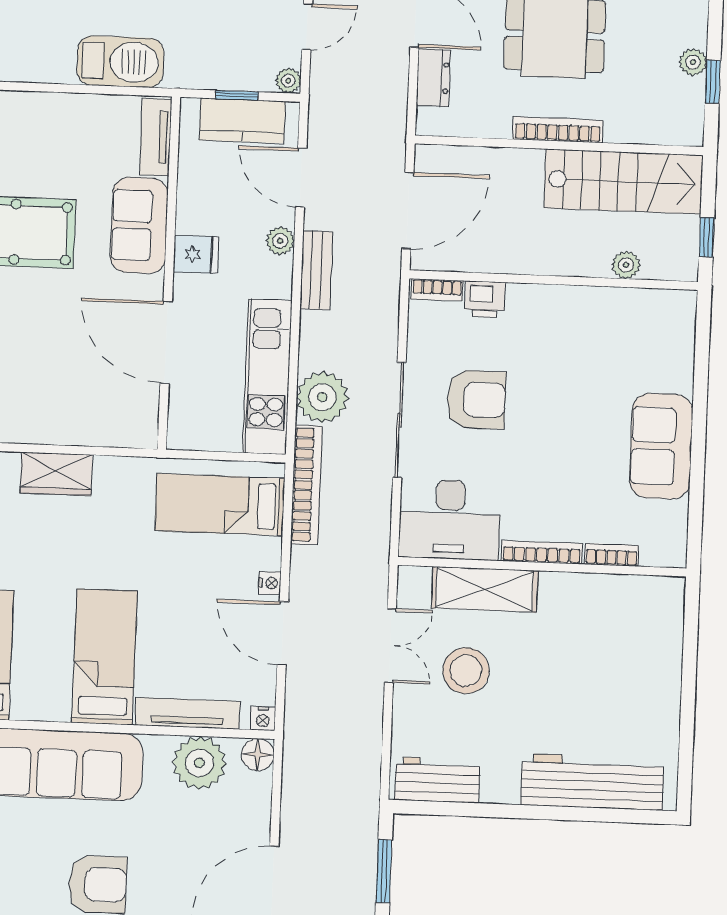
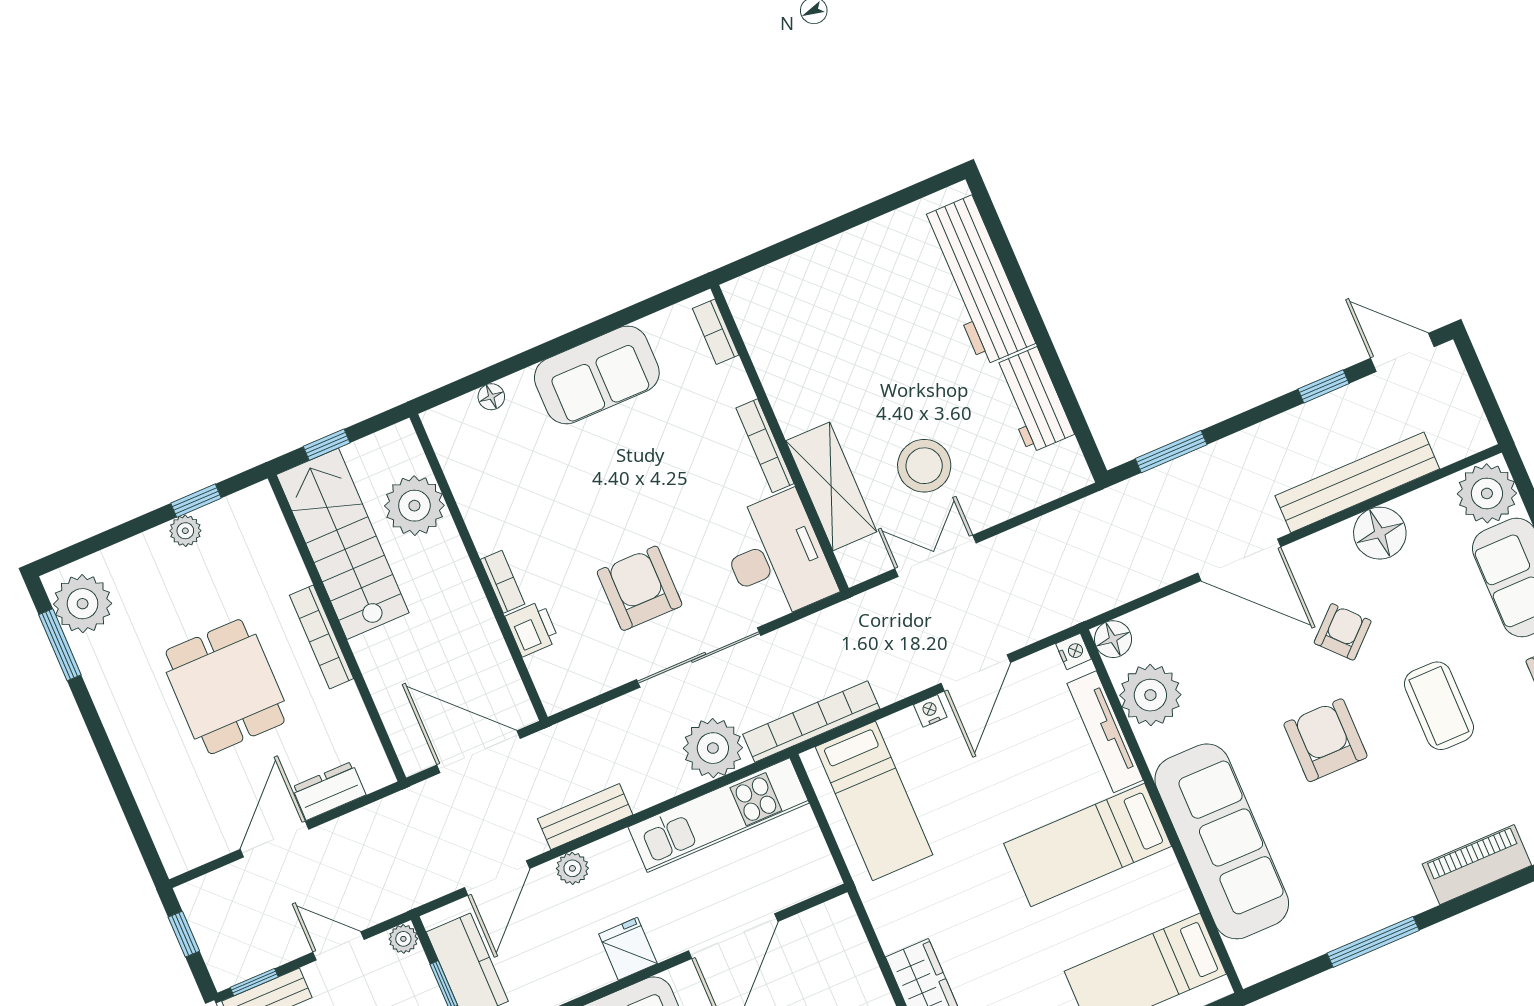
window: (707, 237) -> (327, 445), moved
plant: (626, 265) -> (414, 506), width x1.88, depth x1.88
bookcase: (437, 290) -> (503, 582), moved
floor lamp: (684, 355) -> (491, 397), added
bookcase: (612, 555) -> (716, 332), moved
workbench: (438, 780) -> (1033, 400), moved

